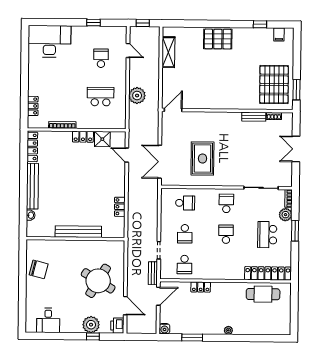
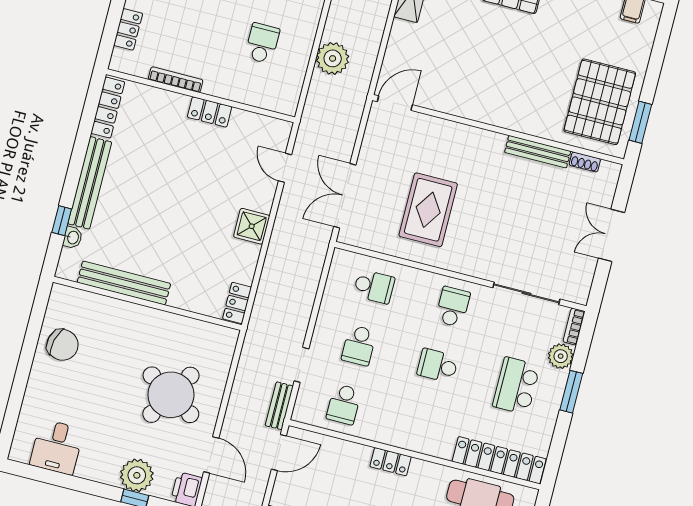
school desk: (101, 97) -> (262, 43), width x0.54
bench: (254, 117) -> (538, 152), width x1.36
shower: (102, 139) -> (252, 226), moved
locker: (120, 207) -> (237, 303), moved
window: (23, 208) -> (62, 221), added
bench: (78, 232) -> (124, 283), moved
school desk: (226, 234) -> (438, 366), turned -90
locker: (201, 287) -> (391, 462), moved

